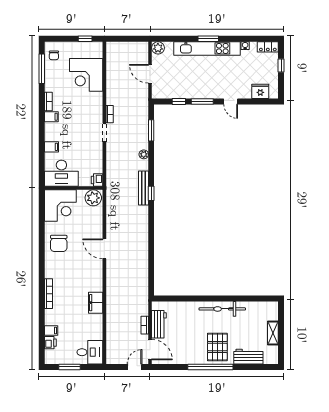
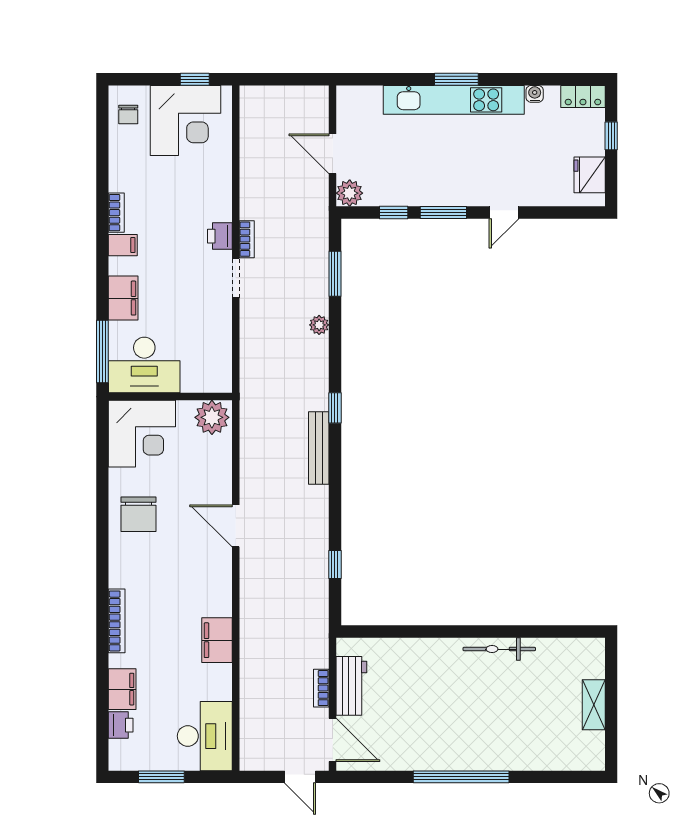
plant: (158, 48) -> (350, 193), moved
window: (42, 69) -> (102, 352), moved
corner desk: (86, 75) -> (186, 120), moved, turned -90
fridge: (260, 91) -> (590, 175), moved, turned -90
door: (231, 101) -> (504, 212), hinge flipped
filing cabinet: (52, 147) -> (123, 298), width x2.00
printer: (97, 180) -> (220, 236), moved
bench: (144, 188) -> (319, 448), moved
window: (151, 267) -> (335, 564), added
bicycle: (222, 309) -> (499, 649), width x0.73, depth x0.71
filing cabinet: (51, 331) -> (122, 689), width x2.00
pallet: (217, 347) -> (476, 734), removed
desk: (90, 352) -> (205, 736), width x1.37
workbench: (248, 357) -> (542, 755), removed
door: (135, 367) -> (300, 777), swing flipped

